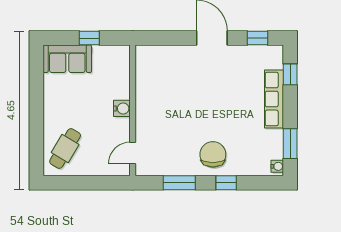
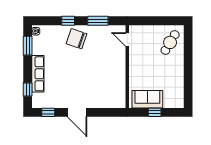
sofa: (67, 59) -> (147, 99), moved
water cooler: (122, 108) -> (134, 68), removed
door: (133, 153) -> (127, 40), swing flipped
chair: (213, 154) -> (77, 39), turned 109

